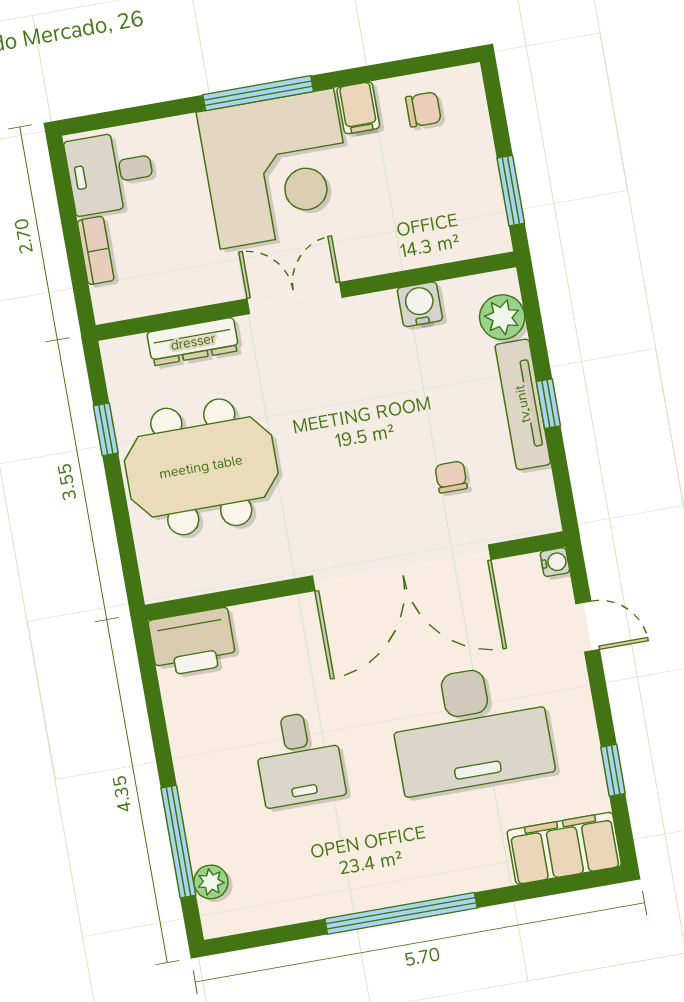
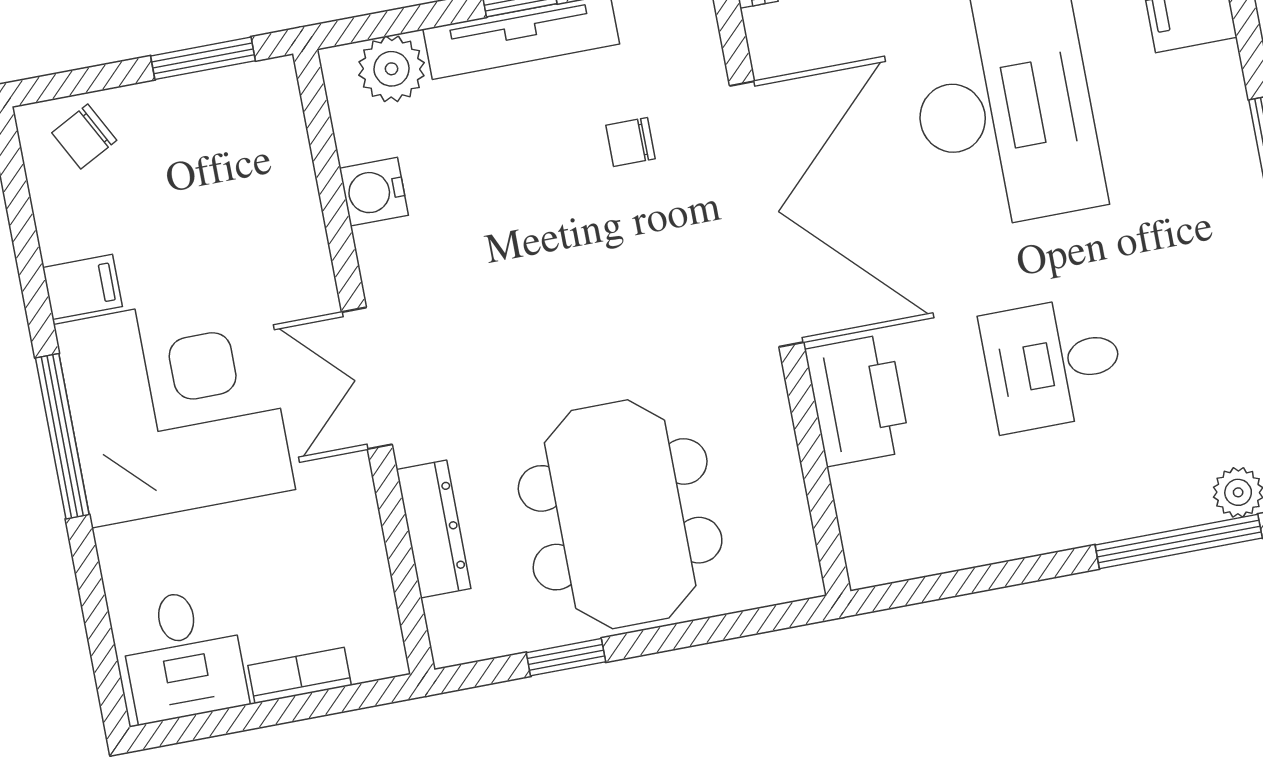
chair: (423, 109) -> (84, 137), moved, turned -118
printer: (192, 642) -> (858, 400), moved
desk: (299, 759) -> (1053, 364), turned 180

